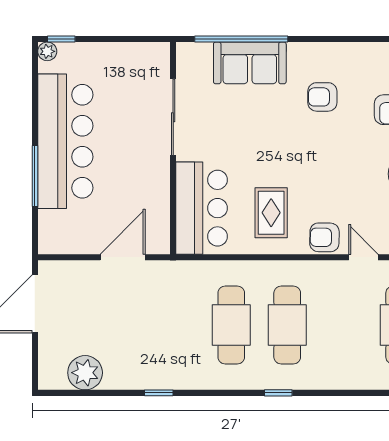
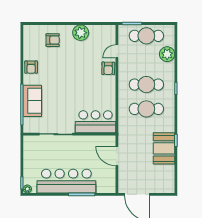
armchair: (322, 97) -> (31, 67), moved
rug: (271, 213) -> (97, 92), removed
booth: (141, 366) -> (164, 148), added
plant: (85, 373) -> (167, 54), moved

